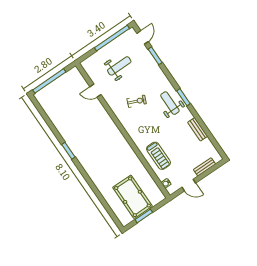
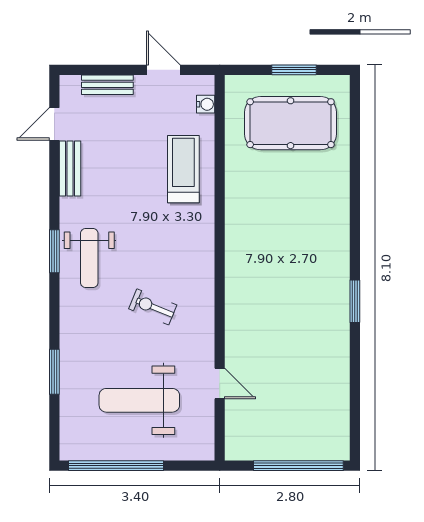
door: (143, 37) -> (54, 124), moved
weight bench: (119, 66) -> (139, 400), width x1.36, depth x1.33
pool table: (132, 197) -> (291, 123), turned 90

